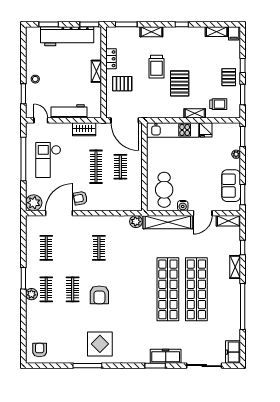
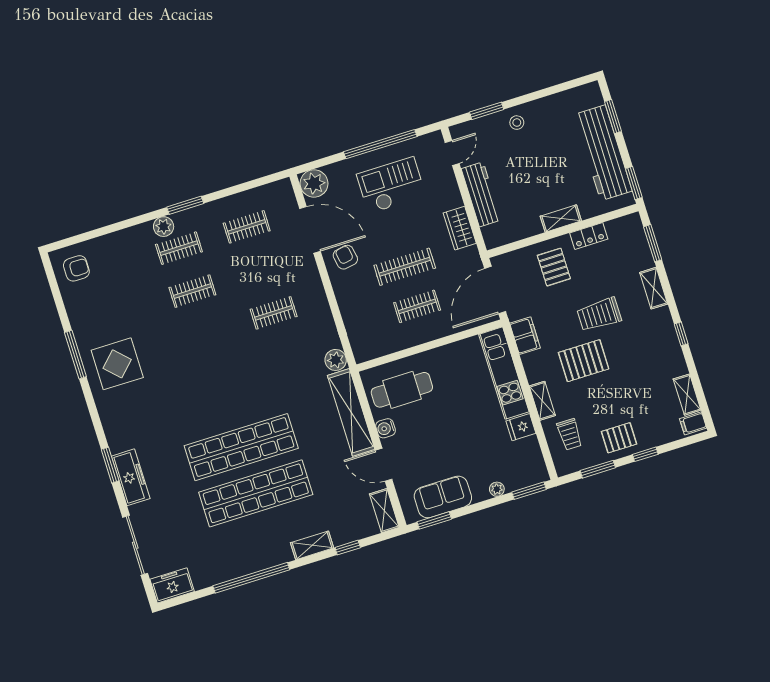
filing cabinet: (155, 112) -> (525, 336), added
armchair: (99, 295) -> (197, 338), removed

